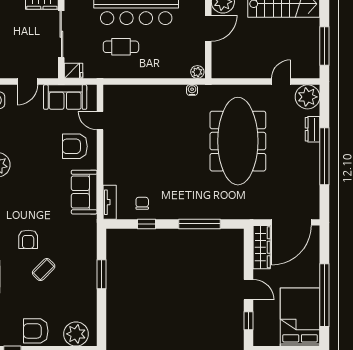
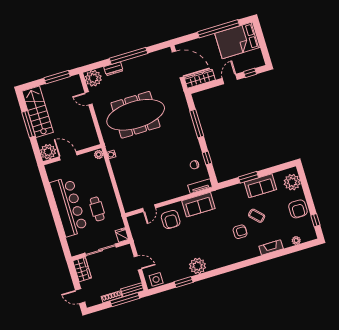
sofa: (65, 97) -> (260, 186), moved, turned 90

